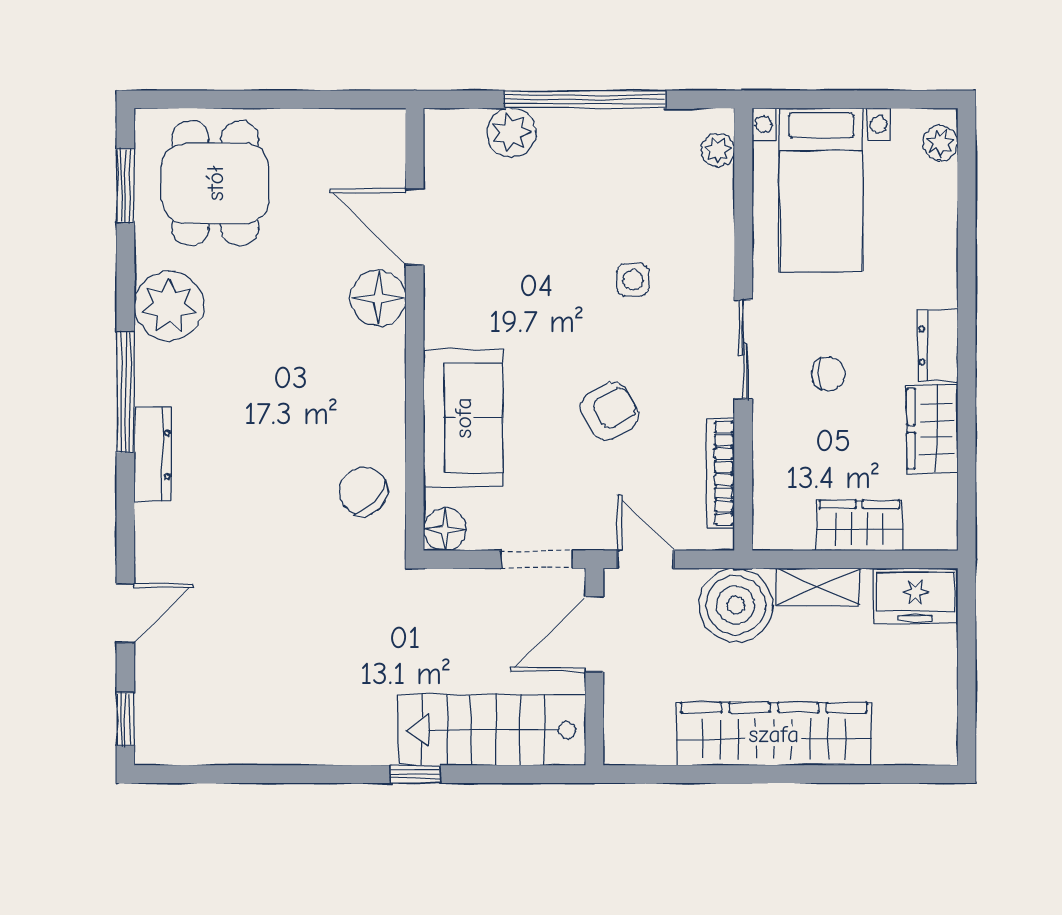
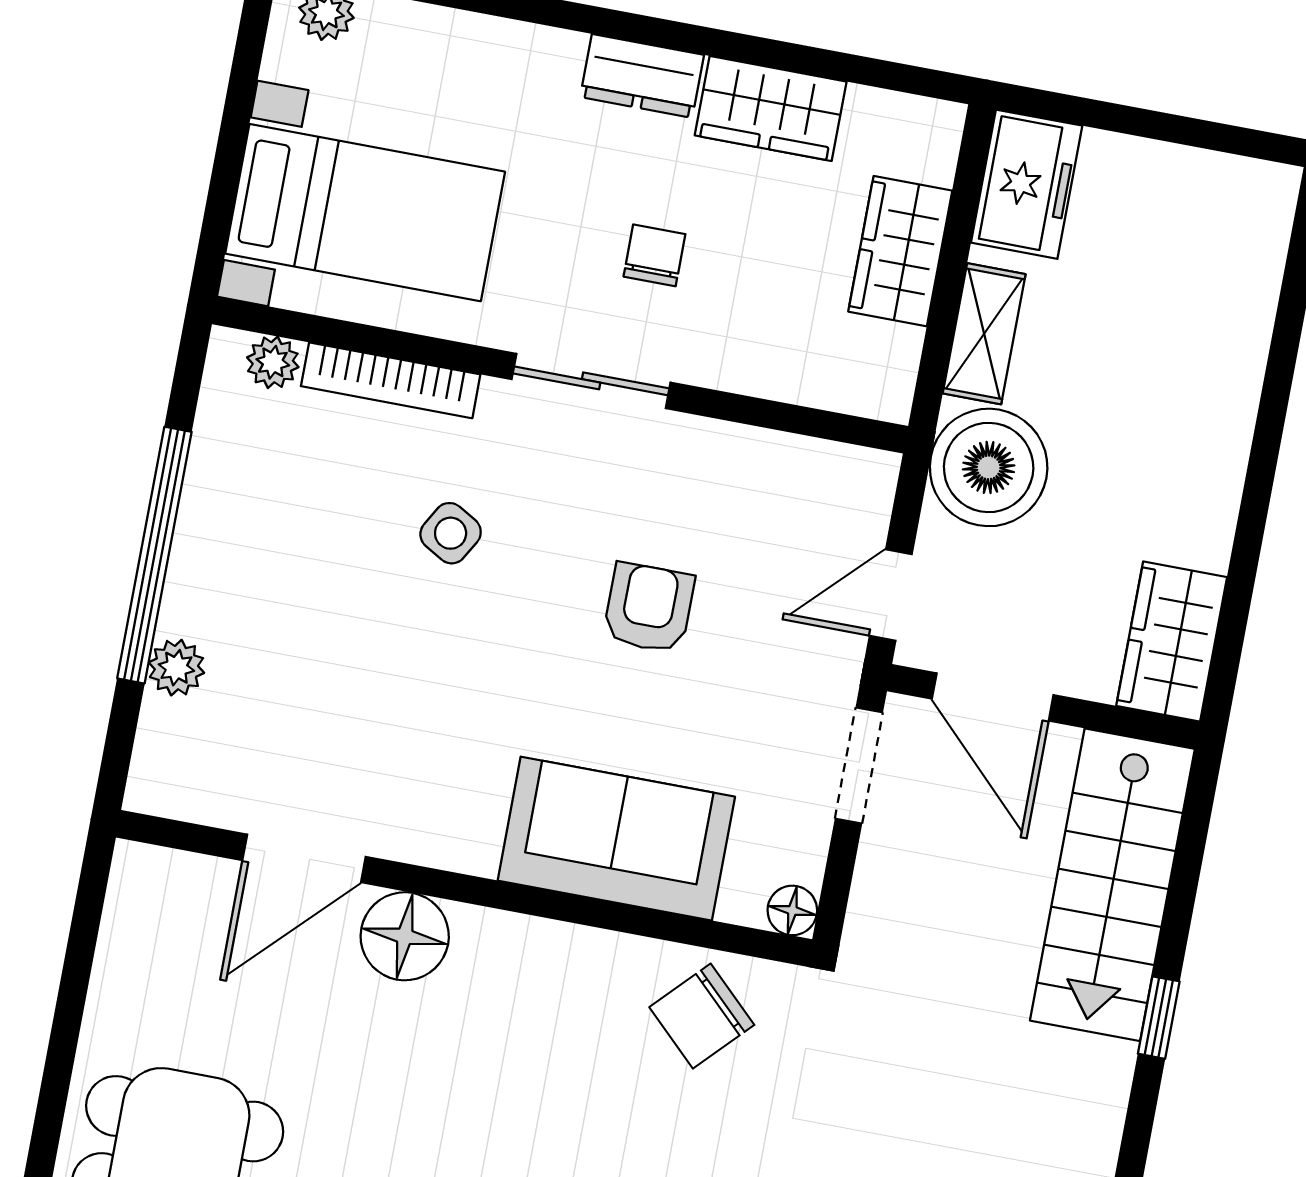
plant: (511, 133) -> (176, 668), width x0.73, depth x0.73
side table: (633, 280) -> (451, 533), turned 30
armchair: (610, 411) -> (649, 608), turned 31
bookcase: (720, 473) -> (391, 380), moved
floor lamp: (445, 529) -> (792, 910), width x0.73, depth x0.73
wardrobe: (774, 734) -> (1172, 641), moved, width x0.48, depth x0.85

